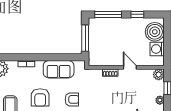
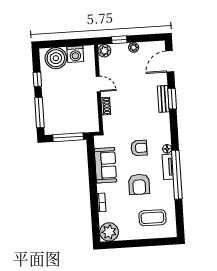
door: (130, 67) -> (98, 84), swing flipped
armchair: (40, 97) -> (139, 184), turned 90
armchair: (72, 99) -> (139, 148), turned 90

